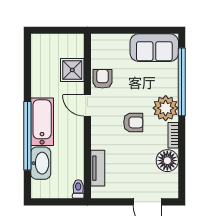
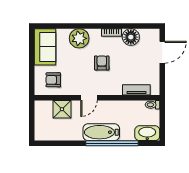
armchair: (102, 79) -> (53, 80), moved
window: (182, 82) -> (71, 26), removed
plant: (166, 108) -> (79, 38), moved
washbasin: (41, 163) -> (147, 133), moved

